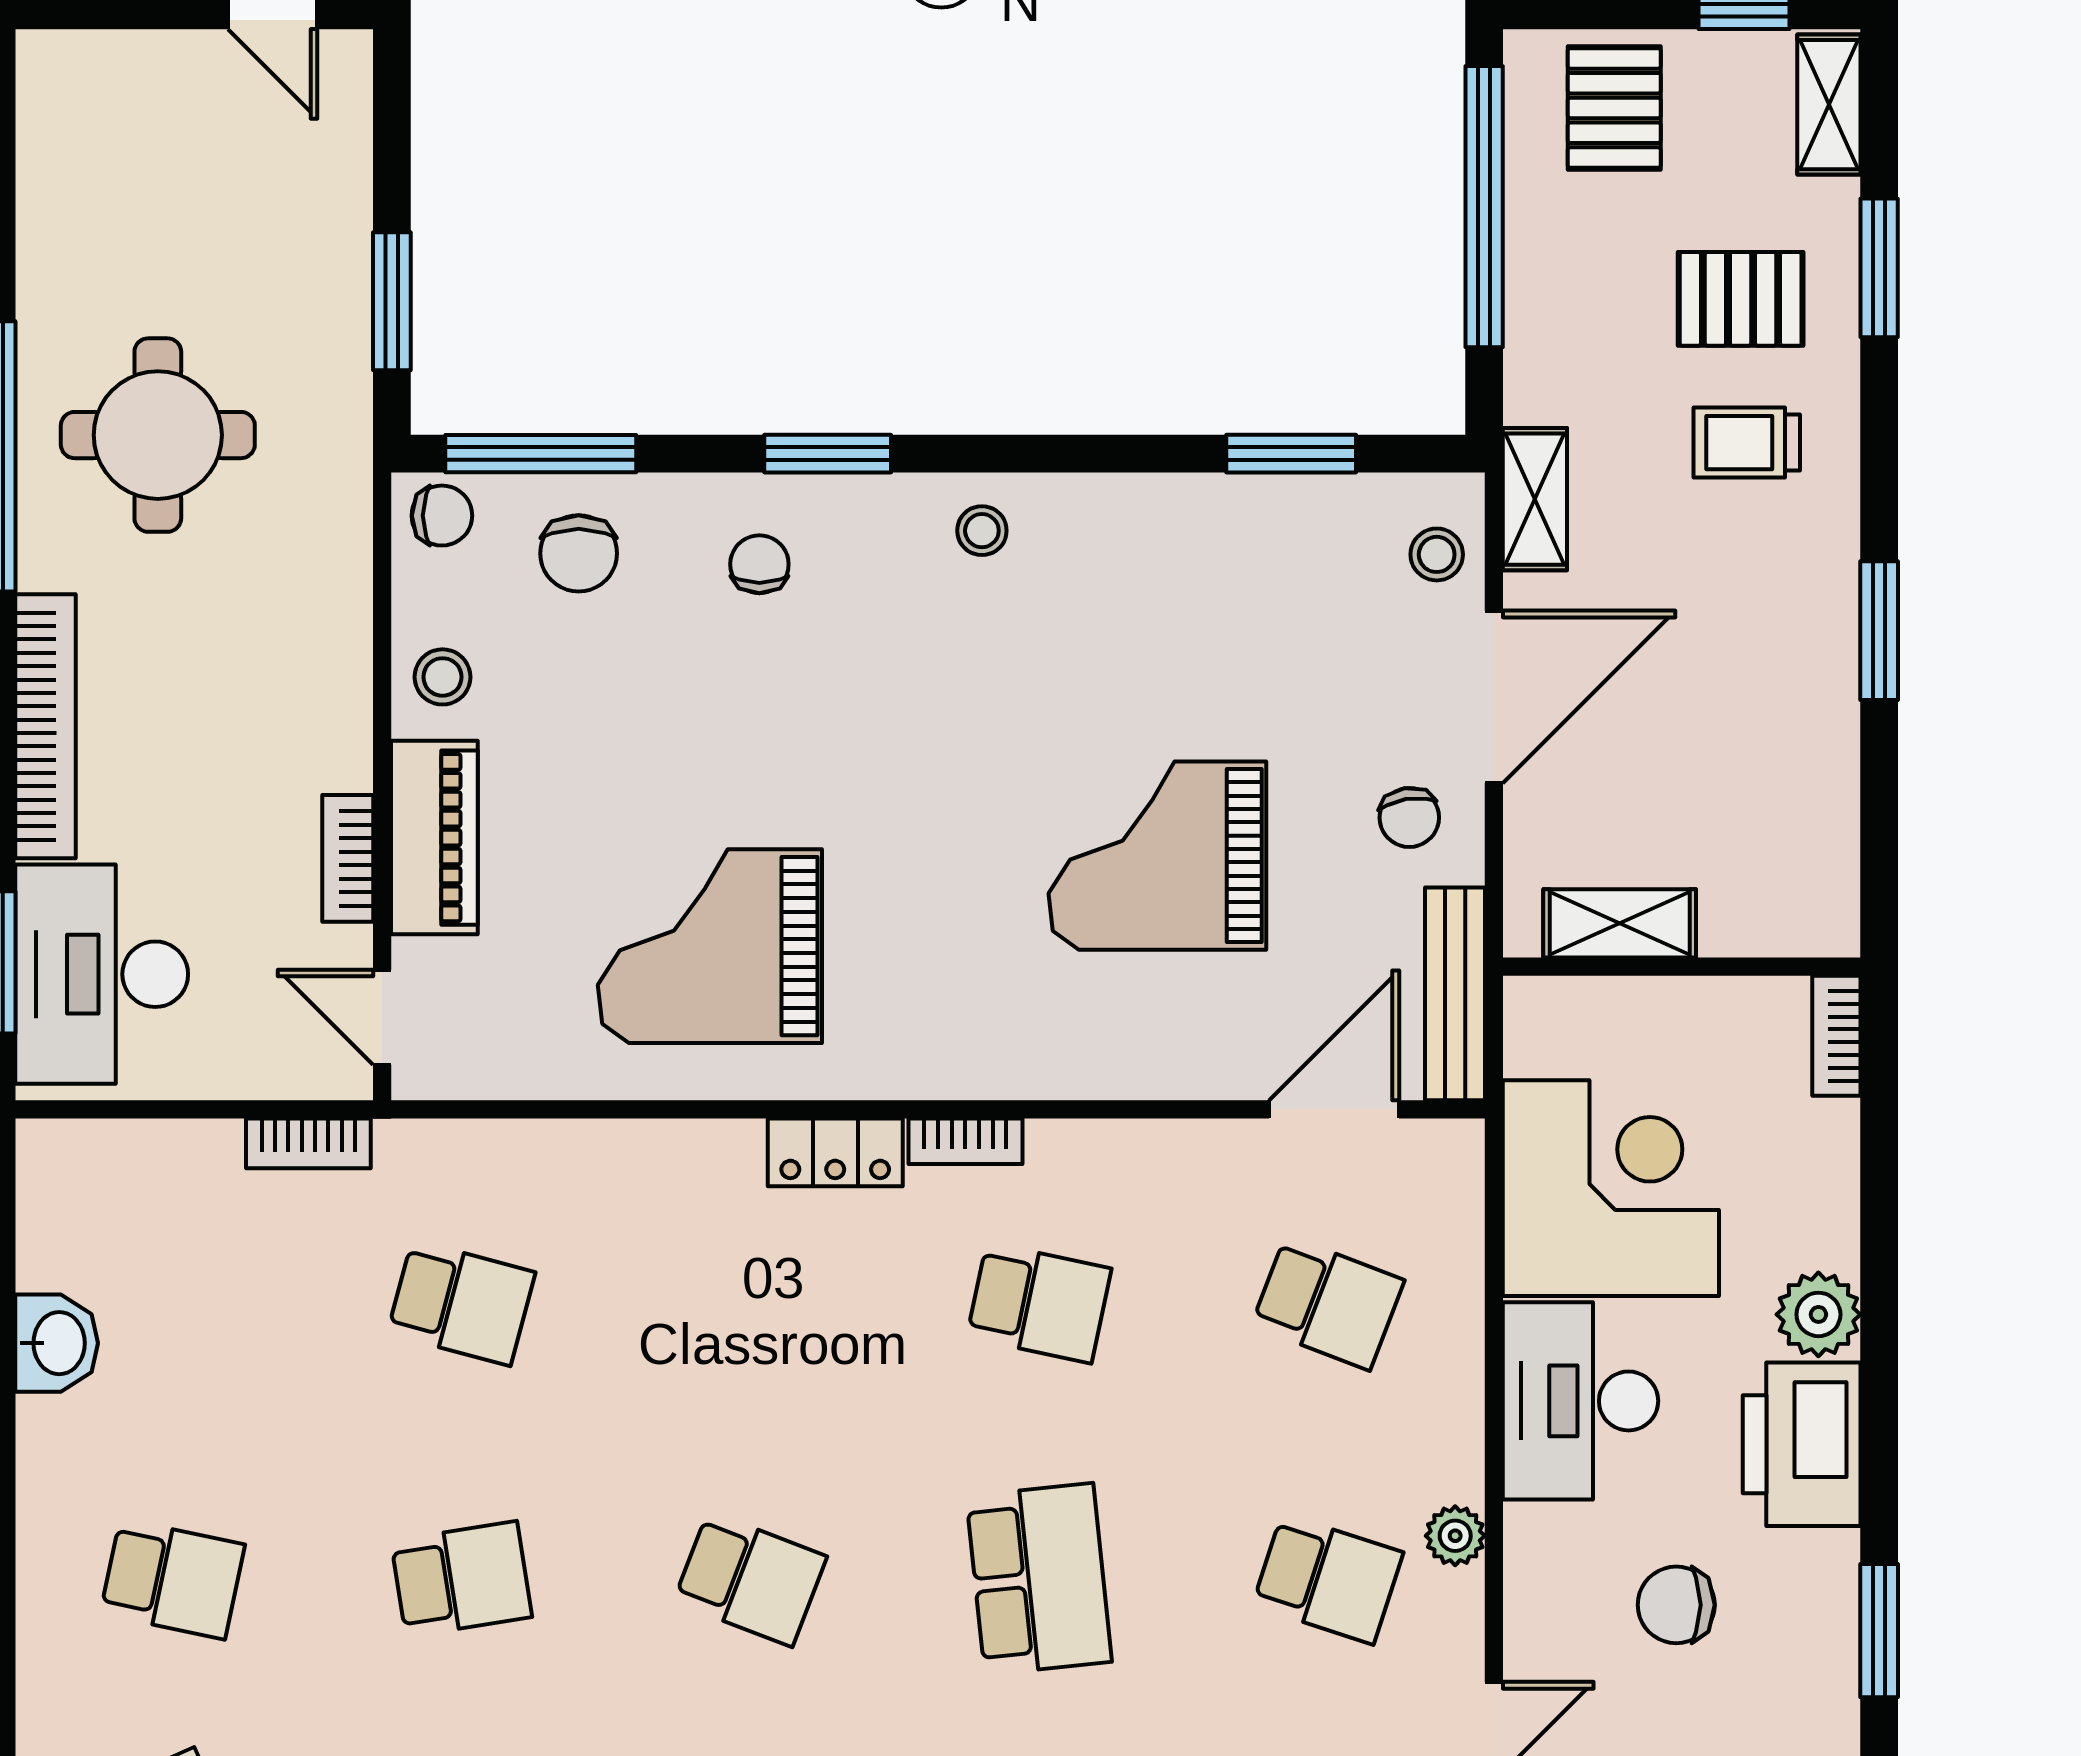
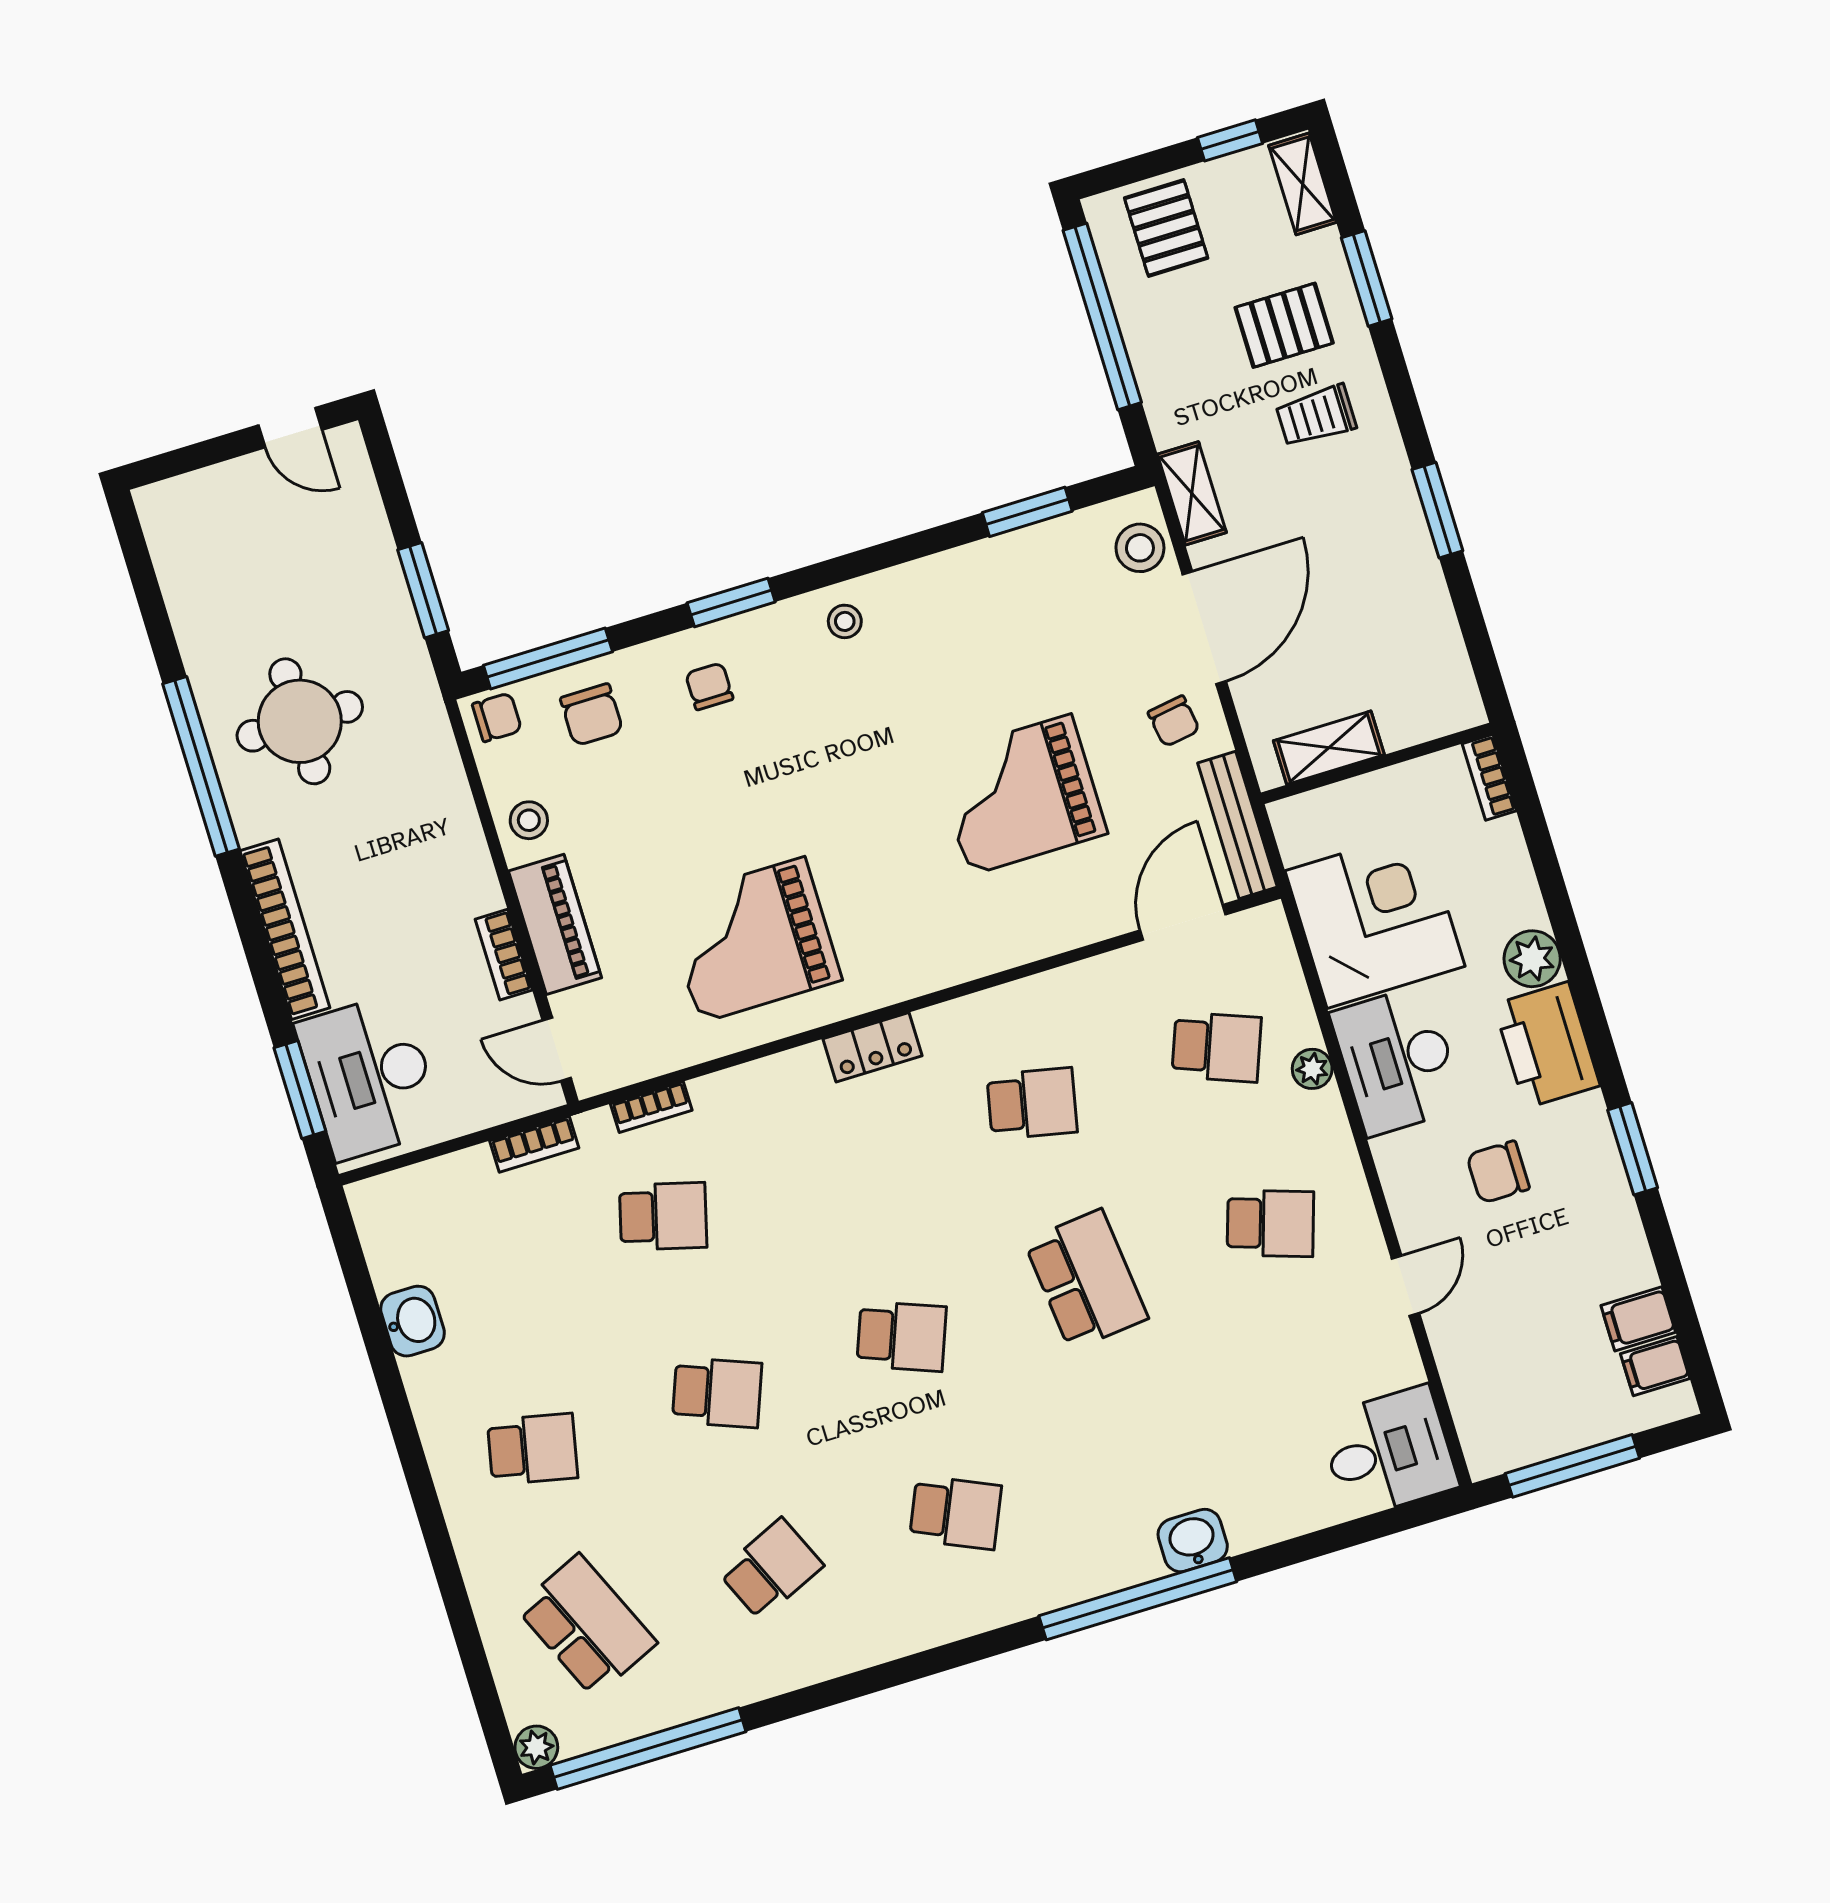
stool: (1437, 554) -> (1140, 548), width x1.37, depth x1.37
bookcase: (965, 1141) -> (651, 1107), moved
plant: (1455, 1536) -> (1312, 1069), moved
school desk: (461, 1579) -> (717, 1393), turned 30

